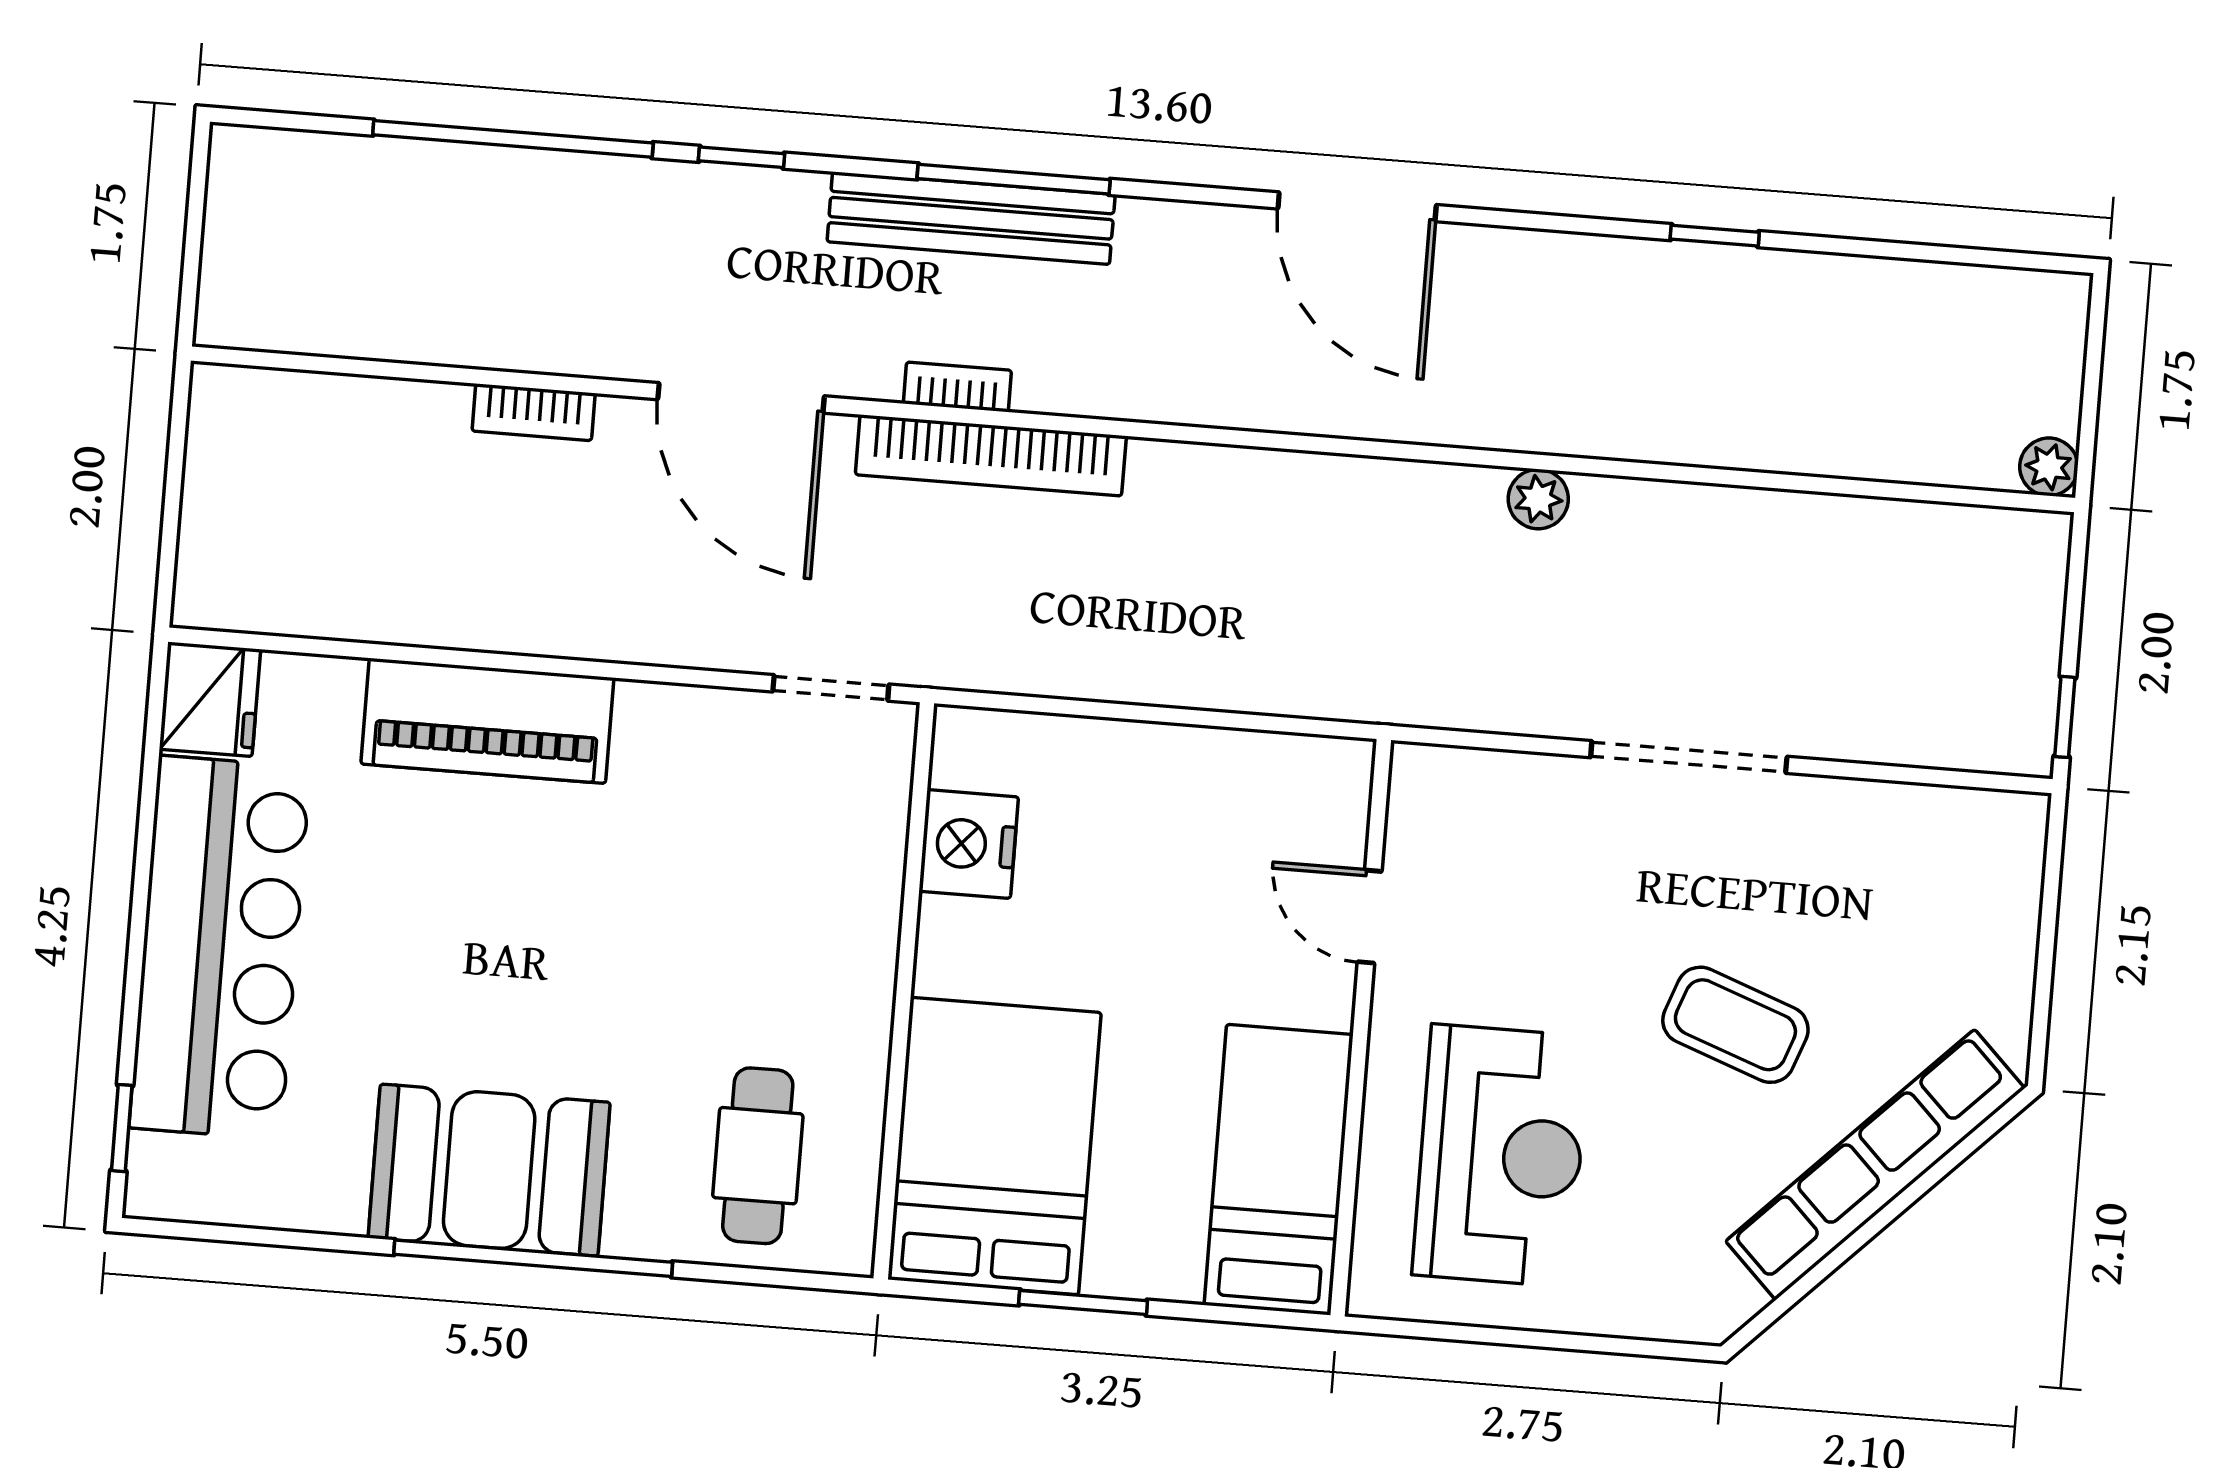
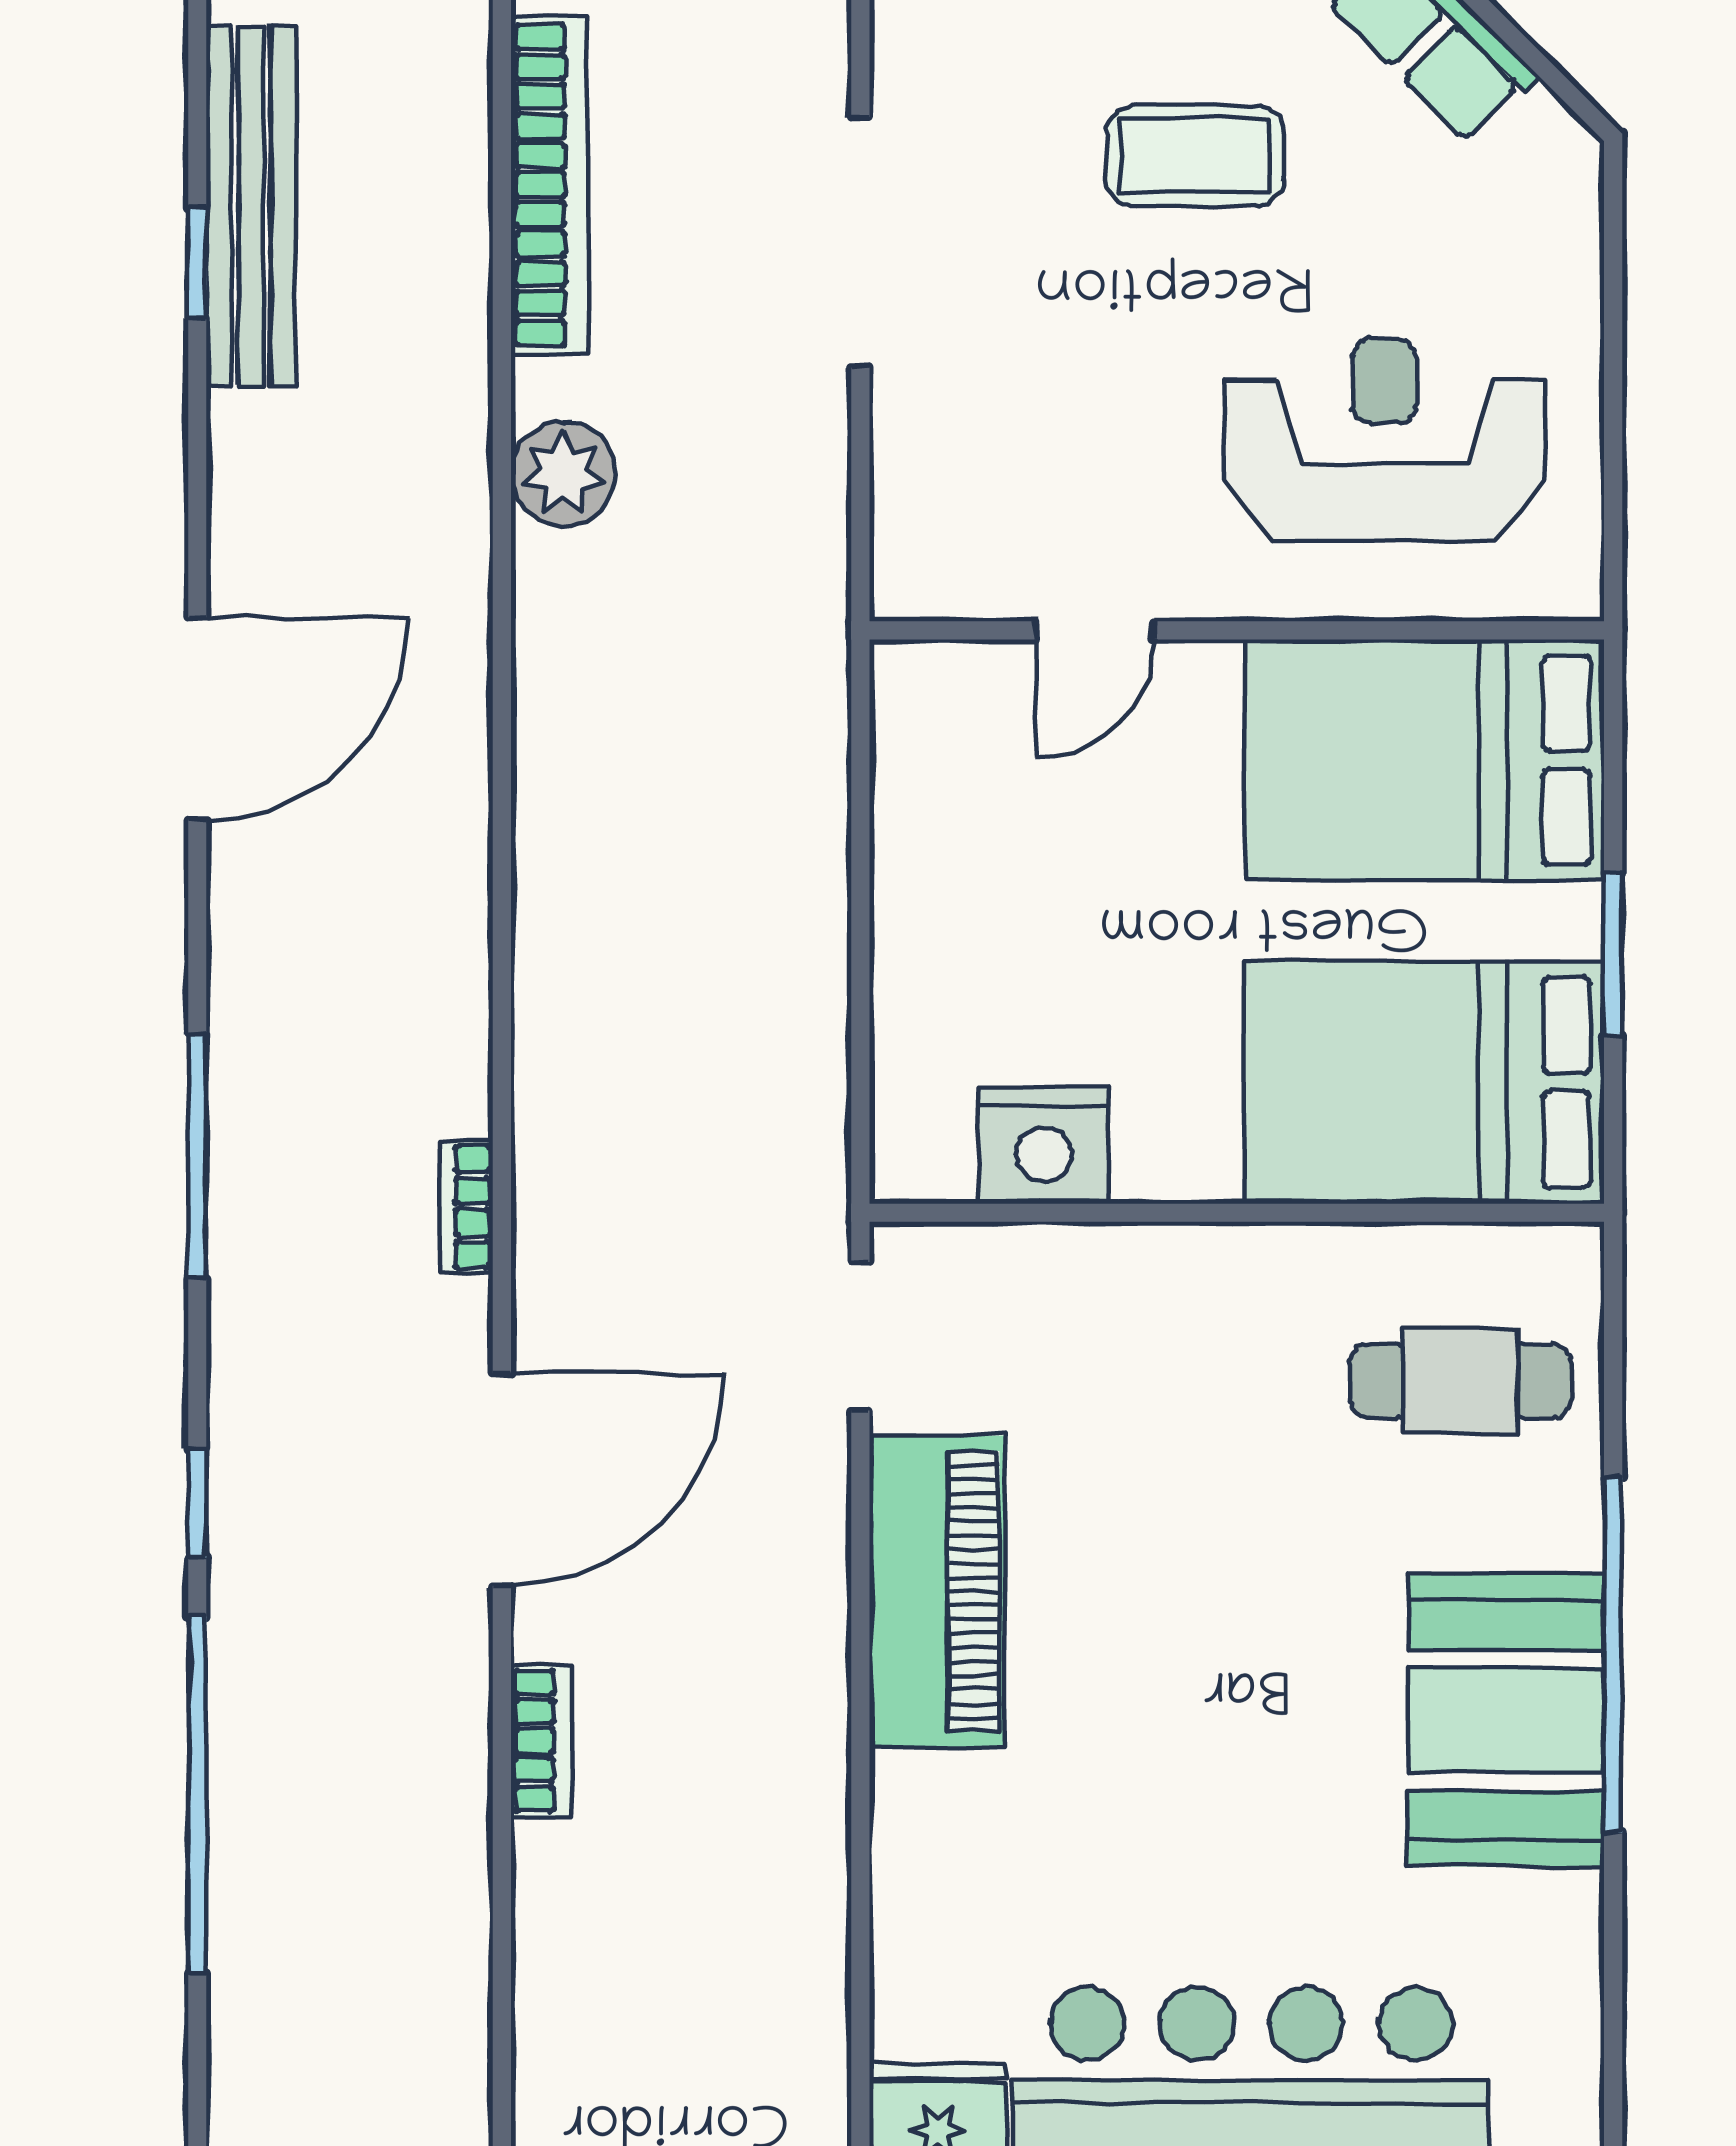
bench: (971, 218) -> (251, 206), moved
bookcase: (991, 455) -> (549, 185), moved
plant: (1538, 499) -> (563, 474), width x1.38, depth x1.38
piano: (487, 721) -> (937, 1591), moved
coffee table: (1735, 1025) -> (1195, 156), turned 70
bed: (1279, 1170) -> (1425, 760), width x1.50

